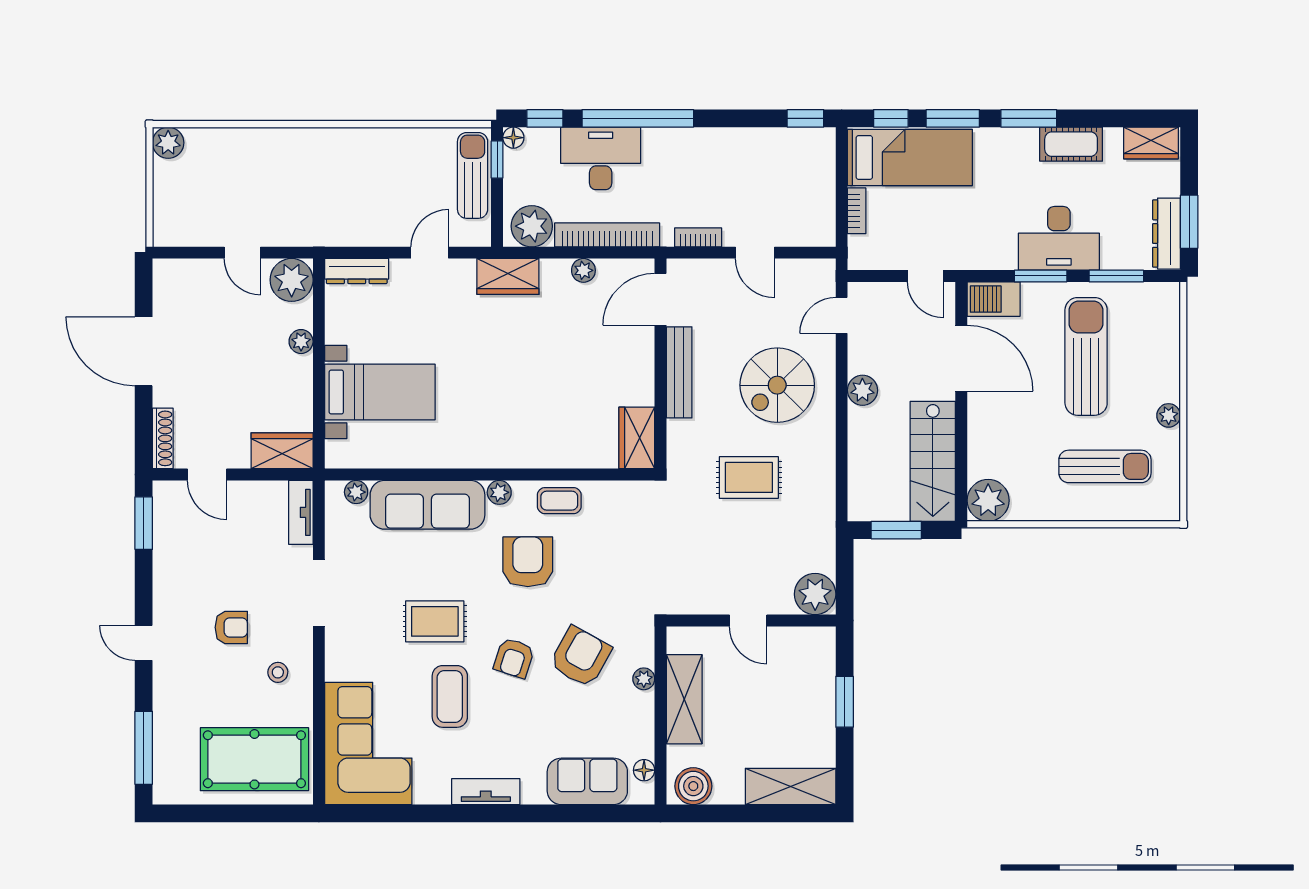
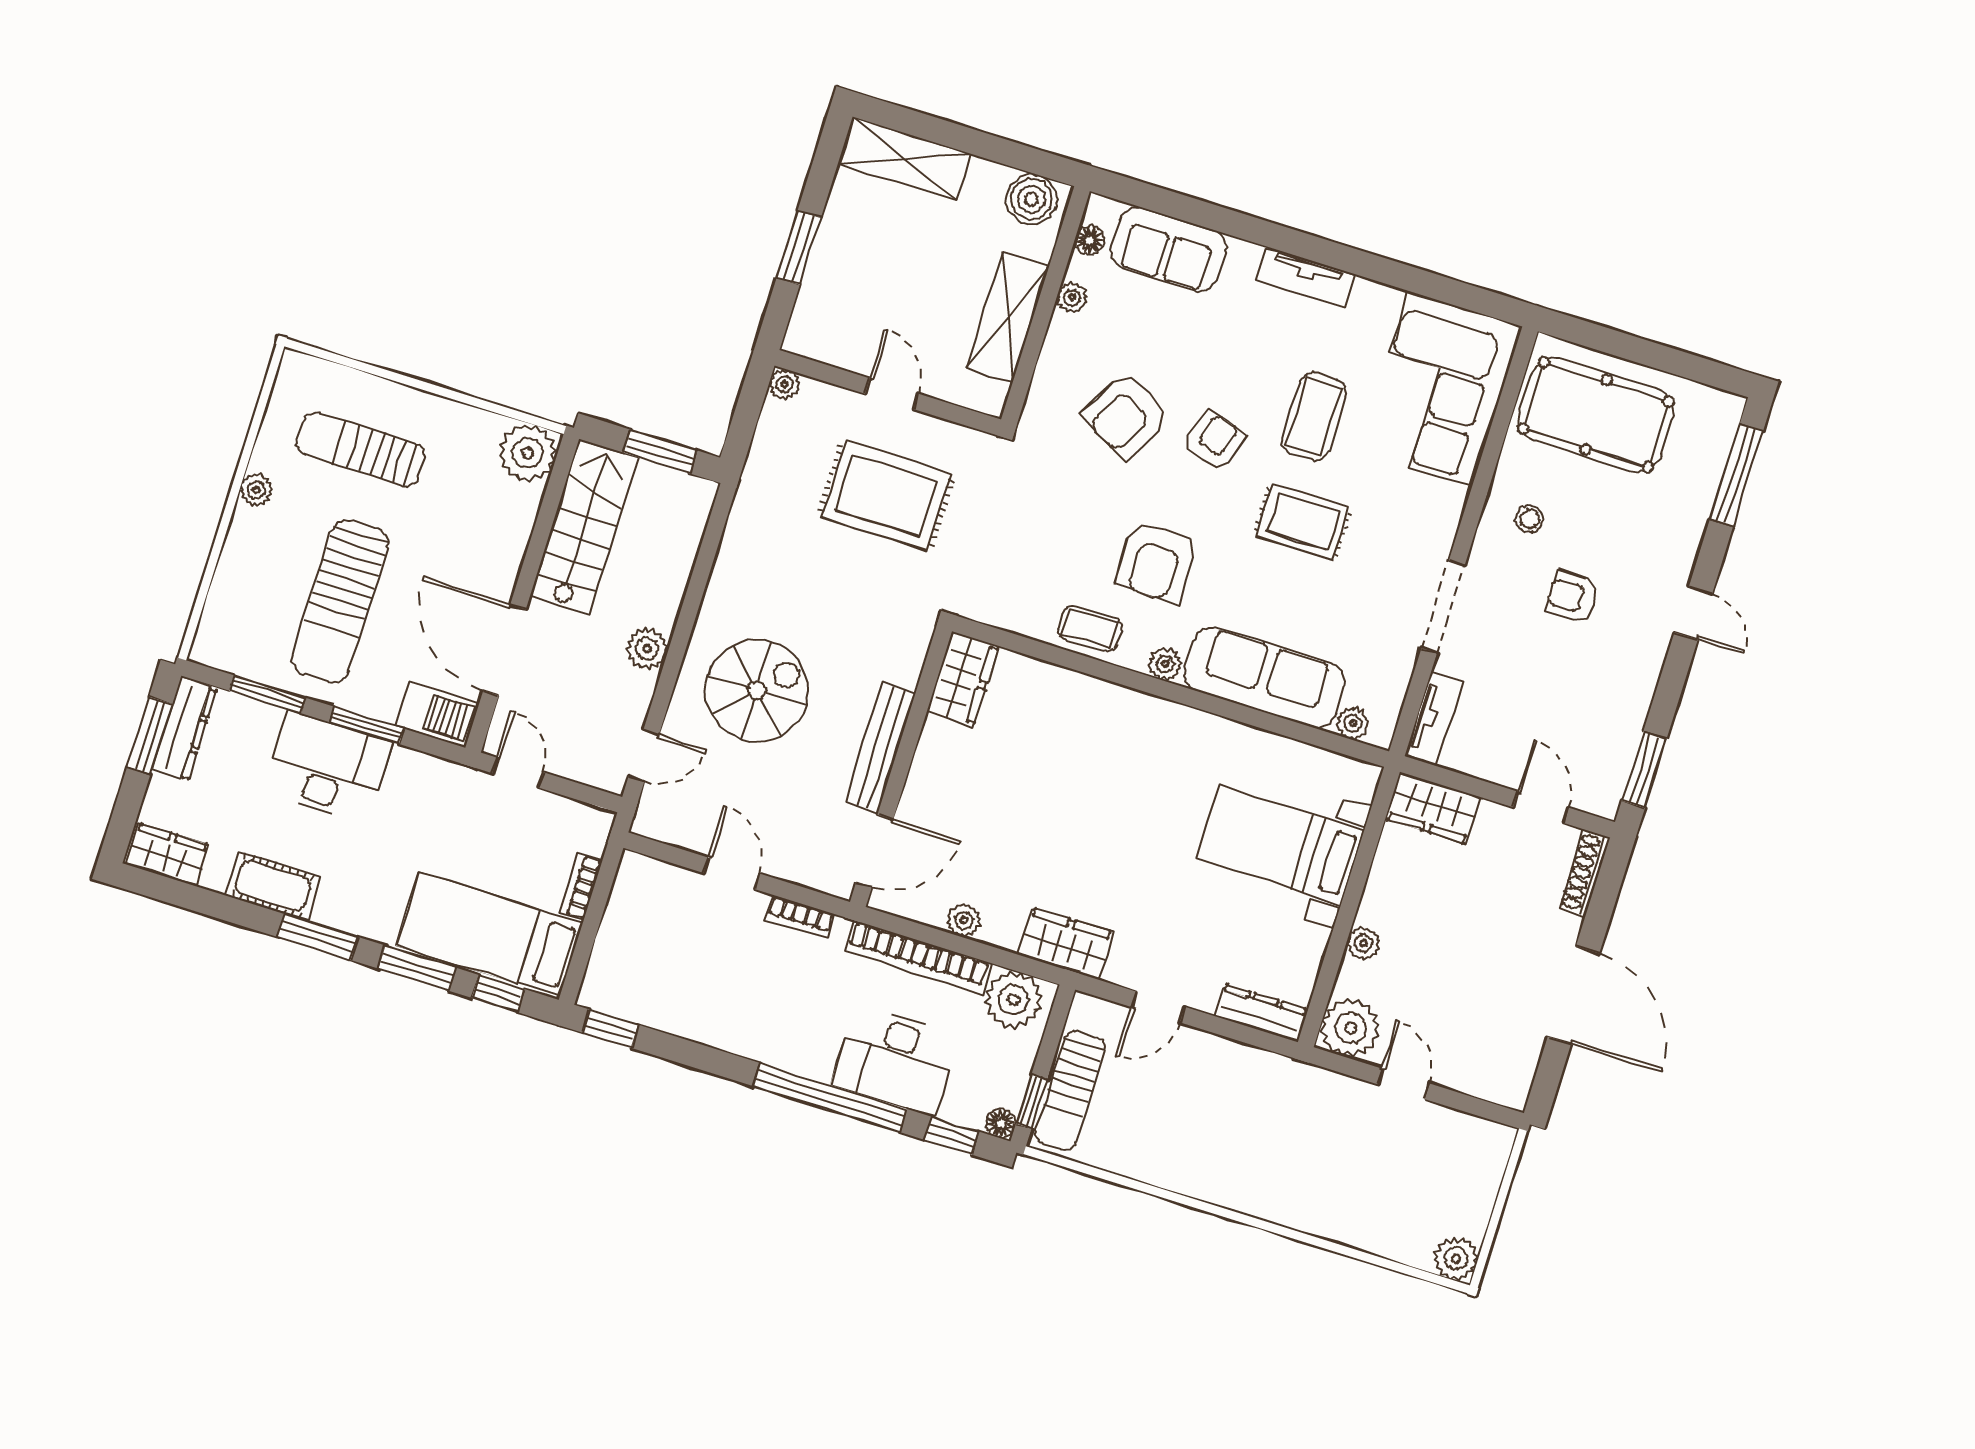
rug: (749, 477) -> (886, 495), moved, width x1.36, depth x1.43
plant: (815, 594) -> (784, 384), width x0.53, depth x0.53
plant: (644, 679) -> (1072, 298), moved

